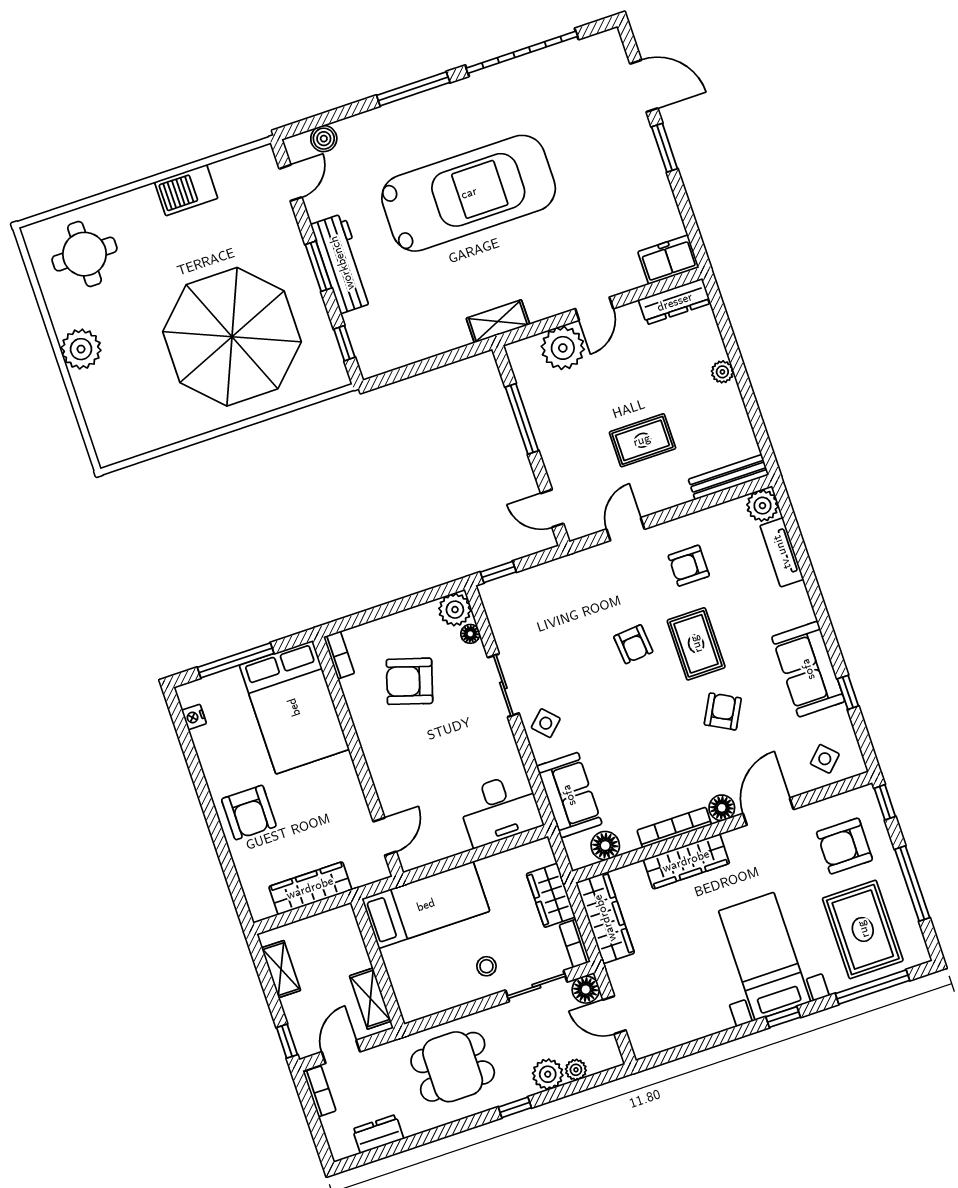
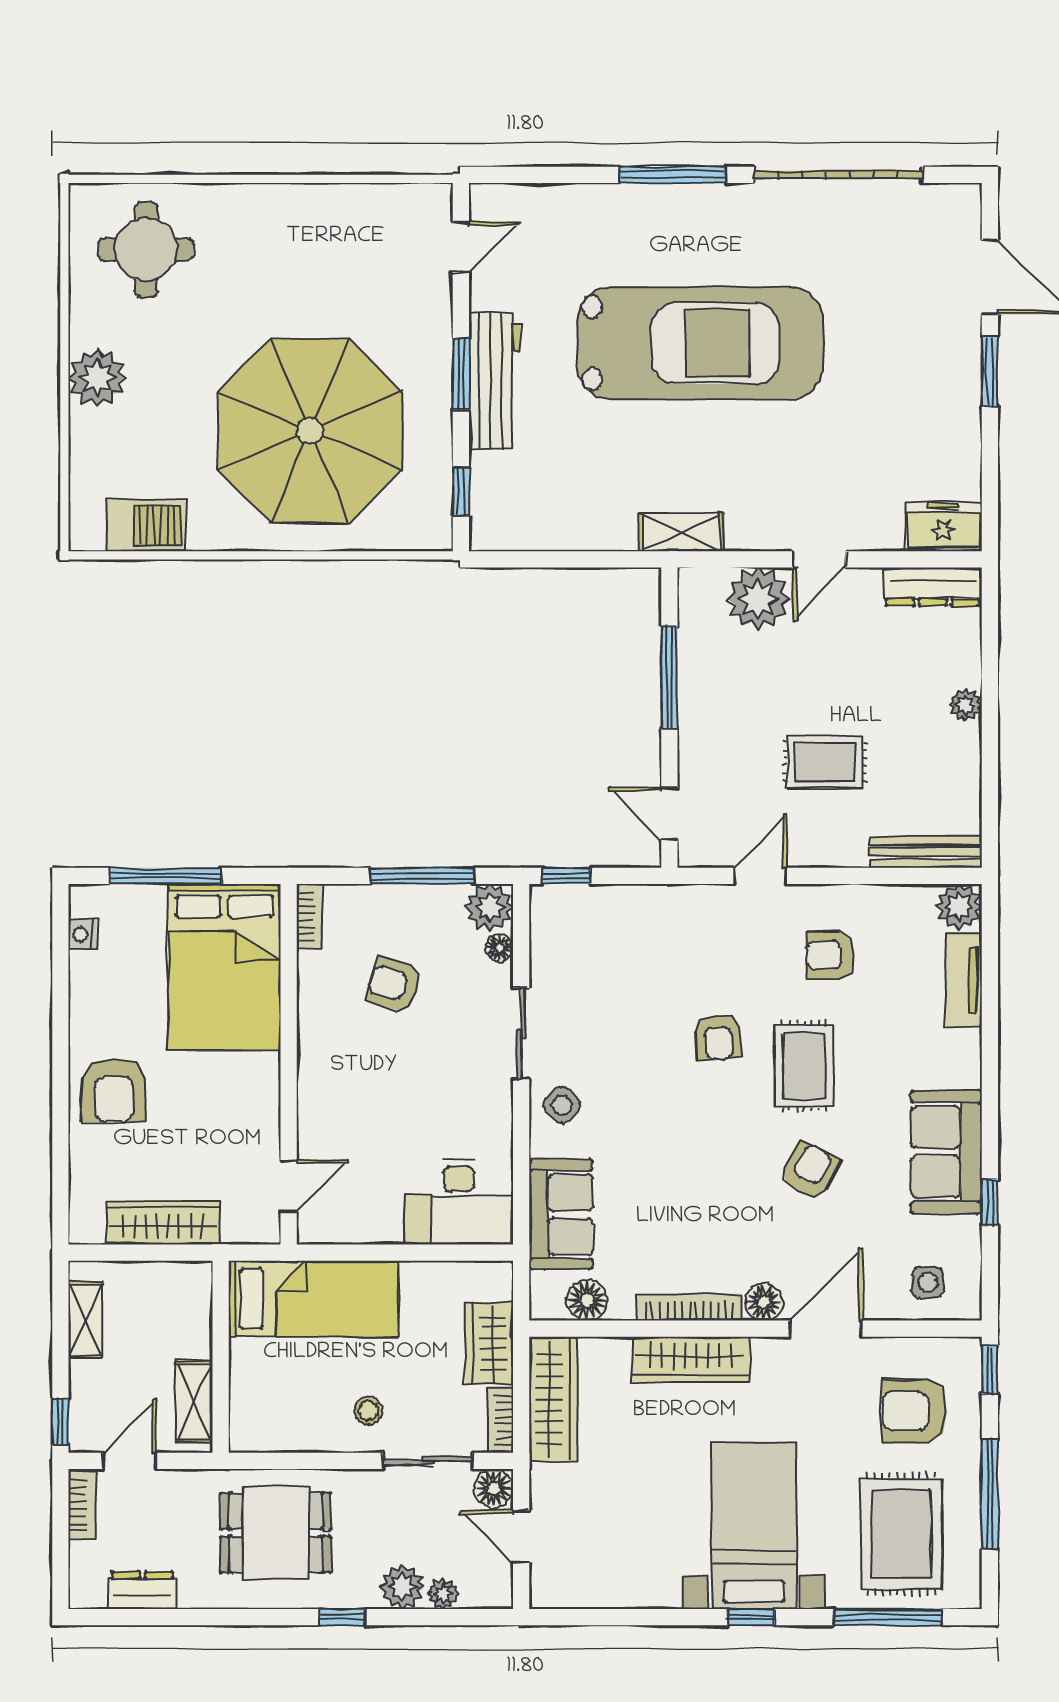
boiler: (324, 139) -> (527, 202), removed
barbecue: (186, 190) -> (146, 525), moved, turned 180
window: (404, 604) -> (422, 876), added
armchair: (409, 681) -> (394, 985), width x0.72, depth x0.72
side table: (825, 759) -> (928, 1282), turned 45

